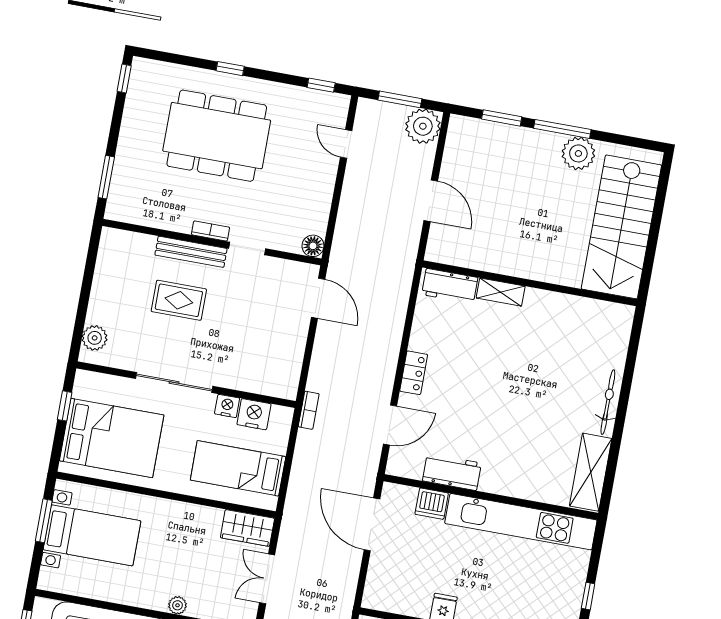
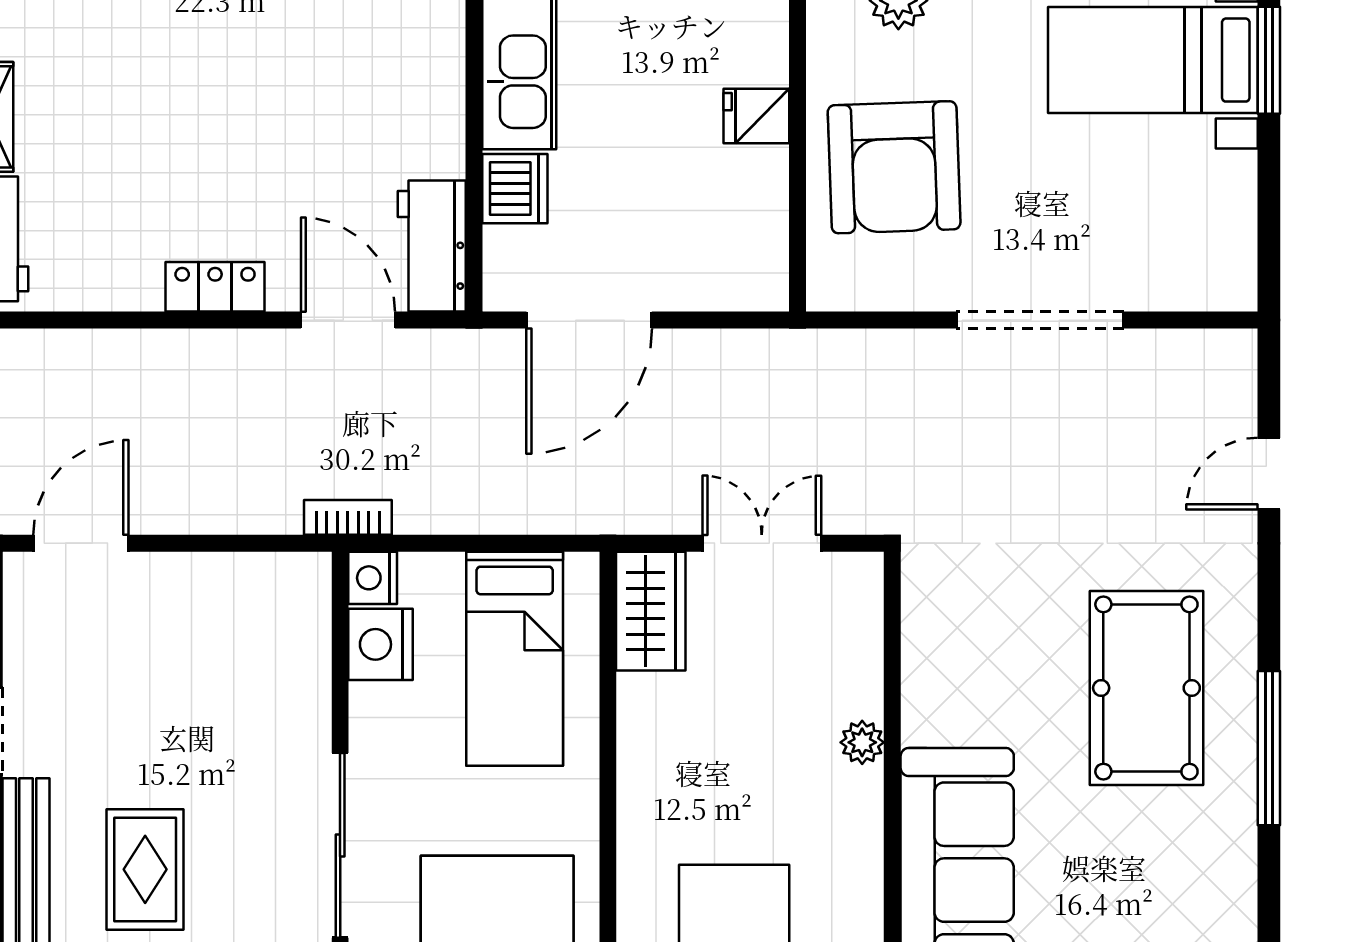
nightstand: (227, 406) -> (373, 578), moved
workbench: (452, 472) -> (432, 246), moved
double door: (267, 579) -> (762, 543), swing flipped

